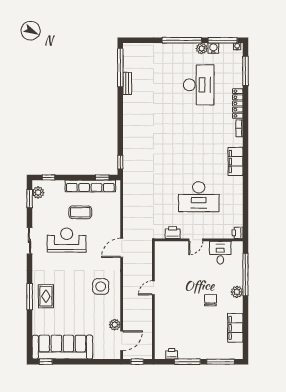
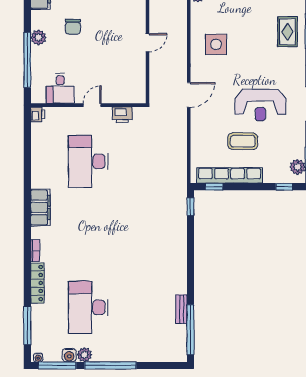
desk: (199, 197) -> (88, 161), turned -90

